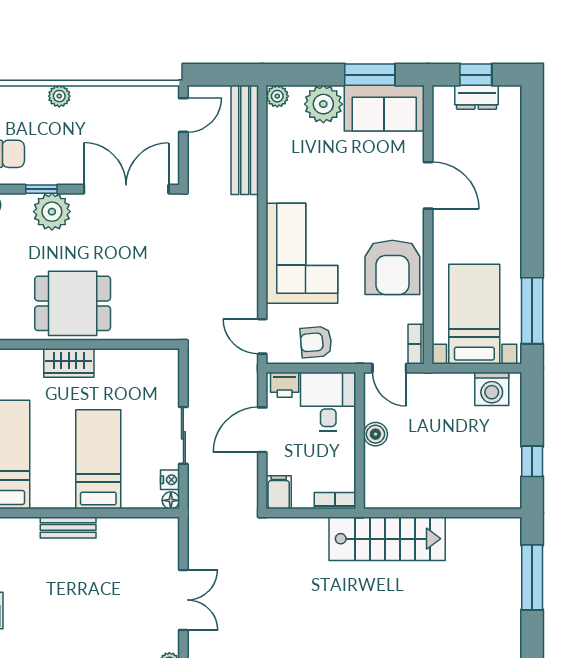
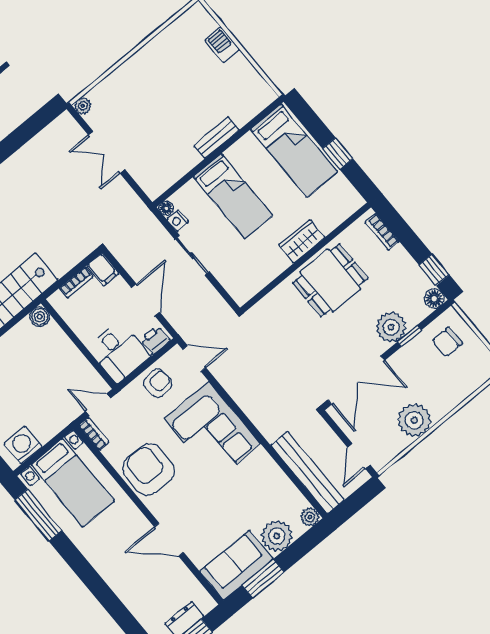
plant: (59, 96) -> (414, 420), moved, width x1.87, depth x1.87
boiler: (375, 434) -> (40, 317), moved
bookcase: (335, 501) -> (76, 282), moved

